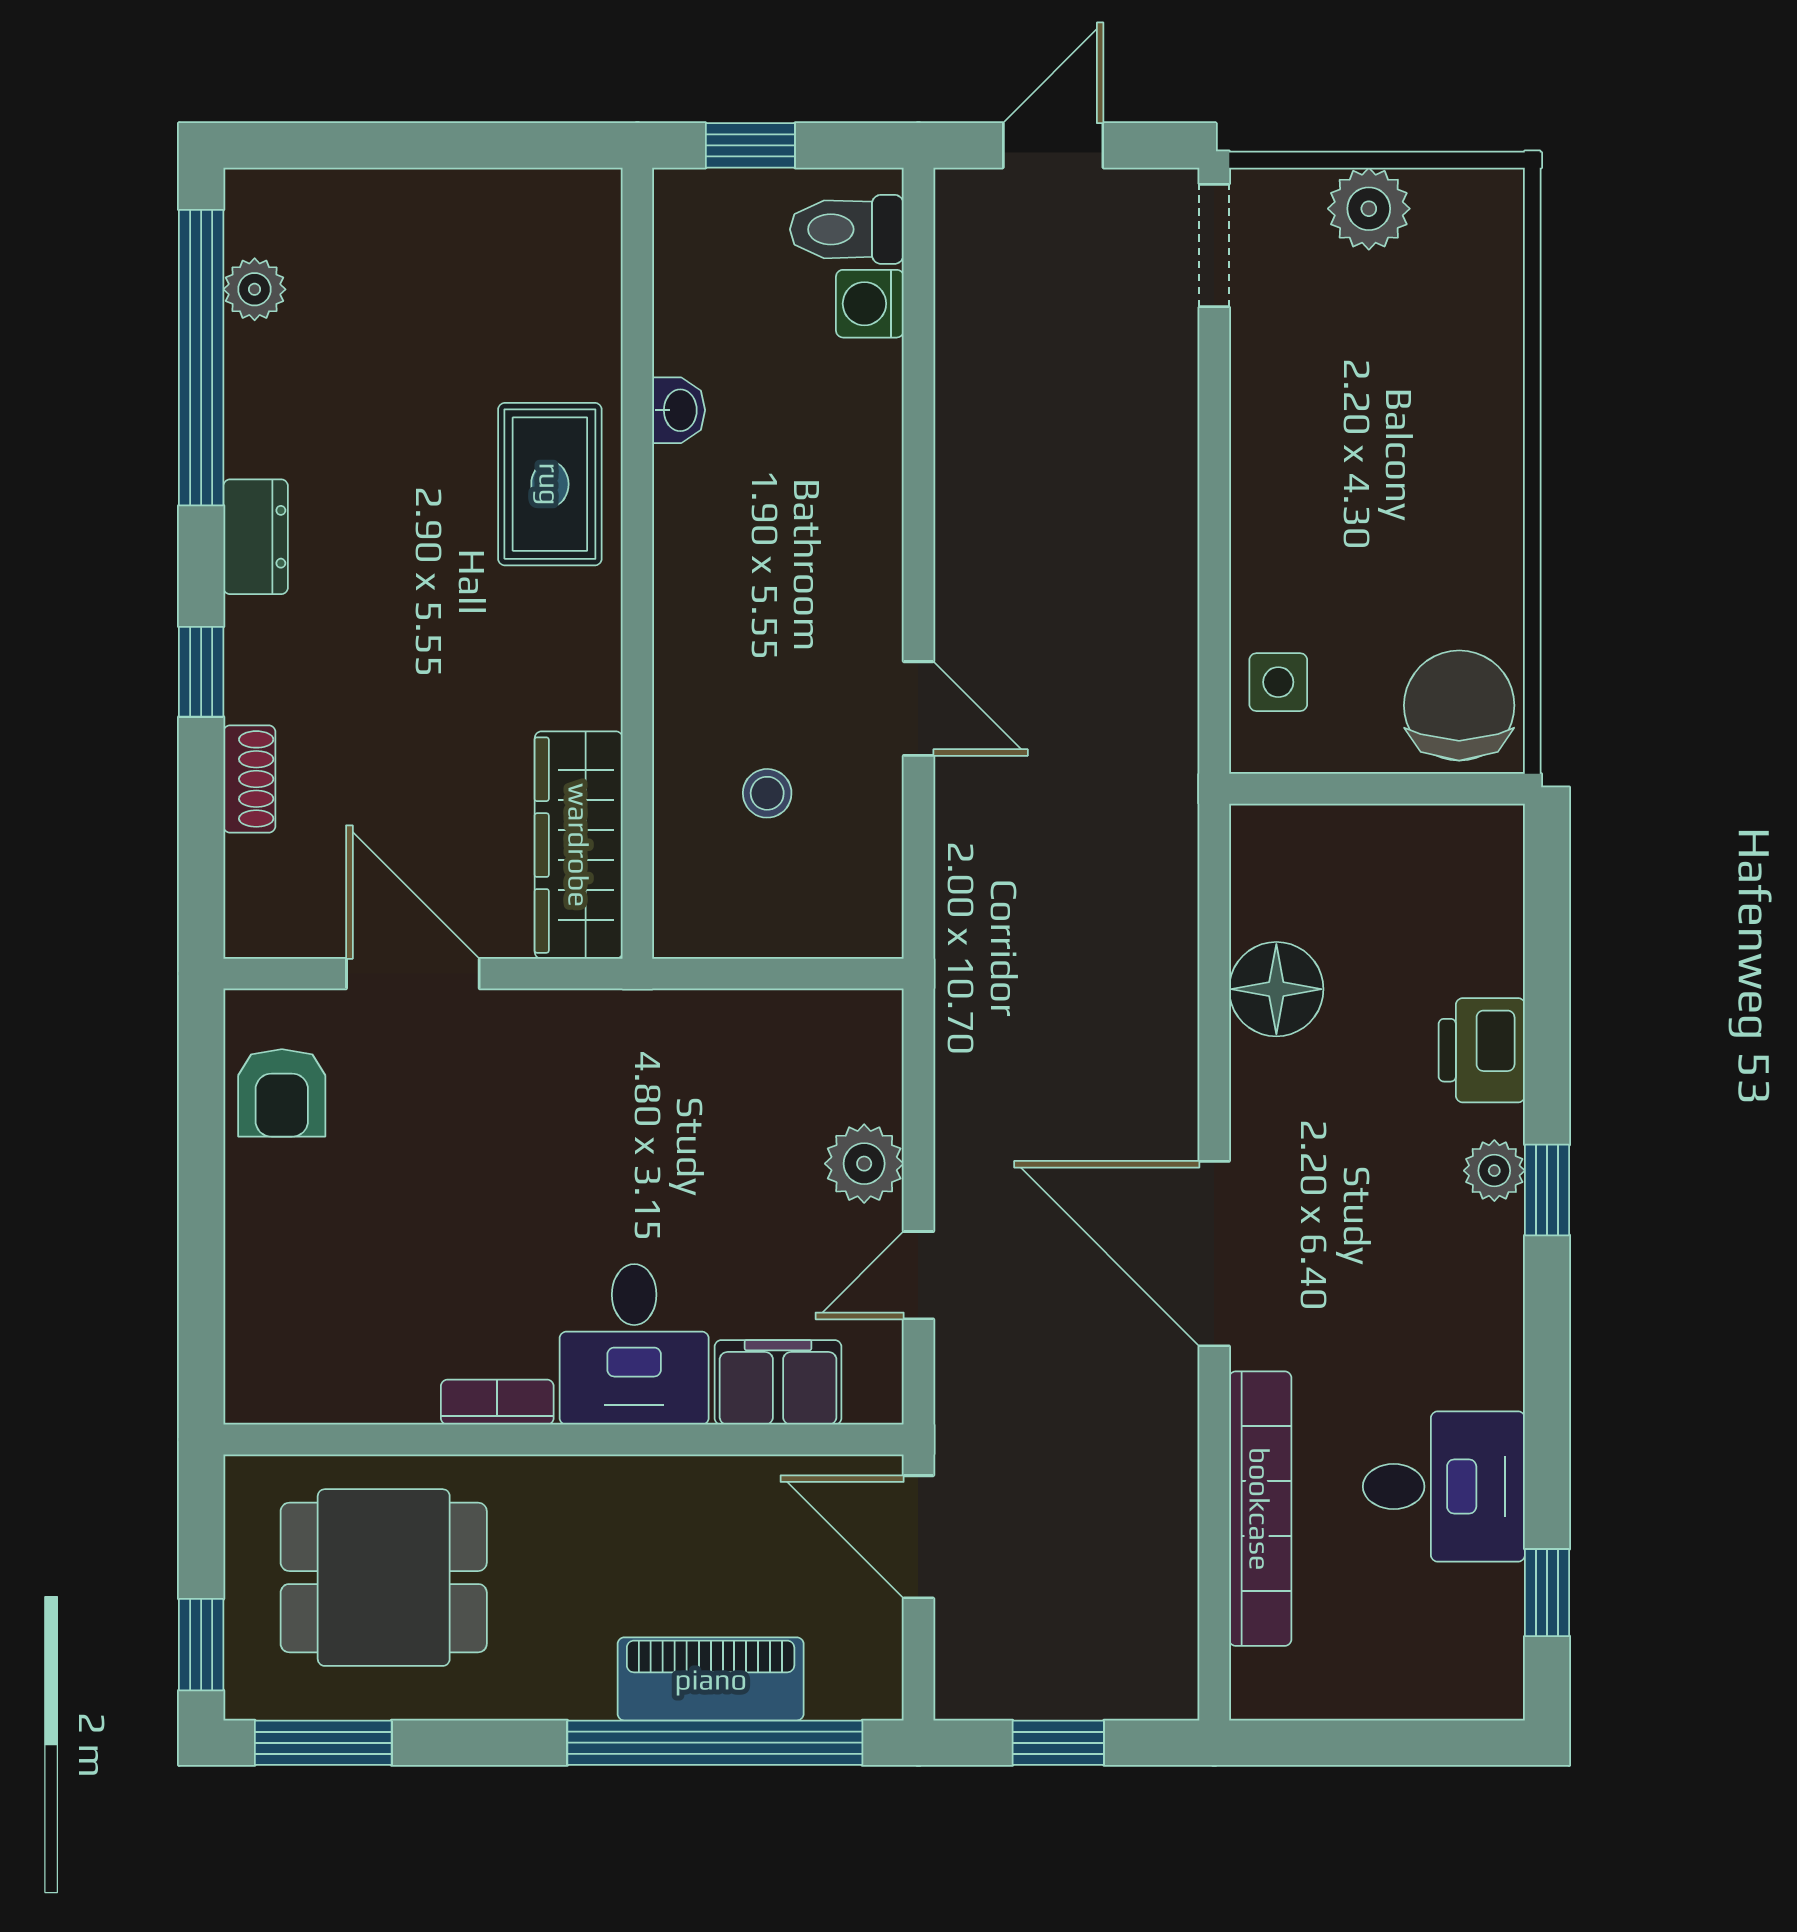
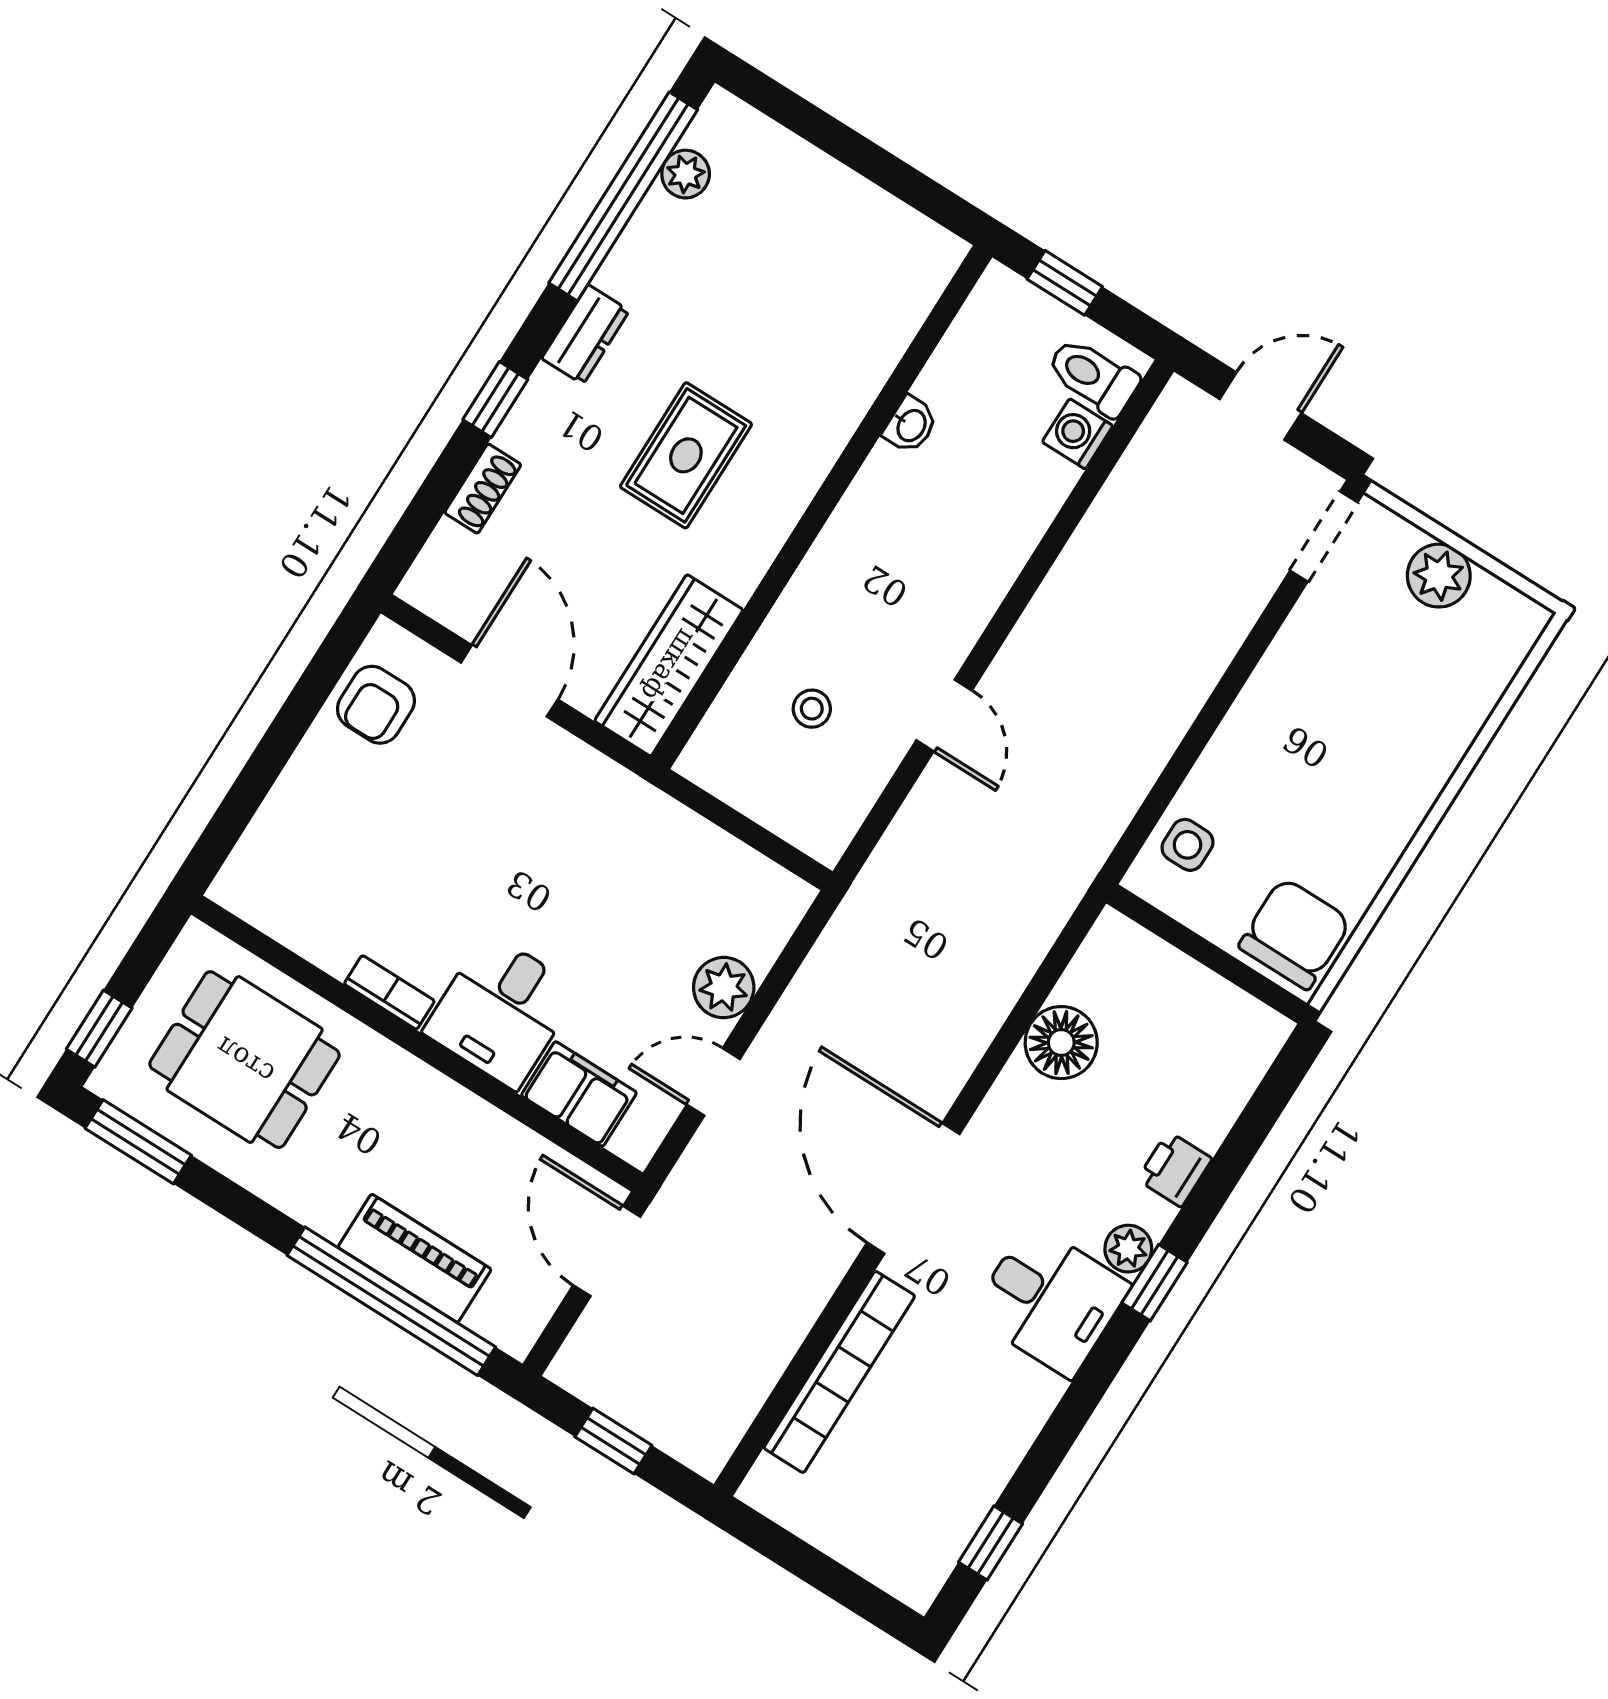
rug: (550, 484) -> (686, 455), moved
printer: (1482, 1050) -> (1175, 1169), width x0.73, depth x0.81
desk: (1444, 1487) -> (1050, 1300), moved

